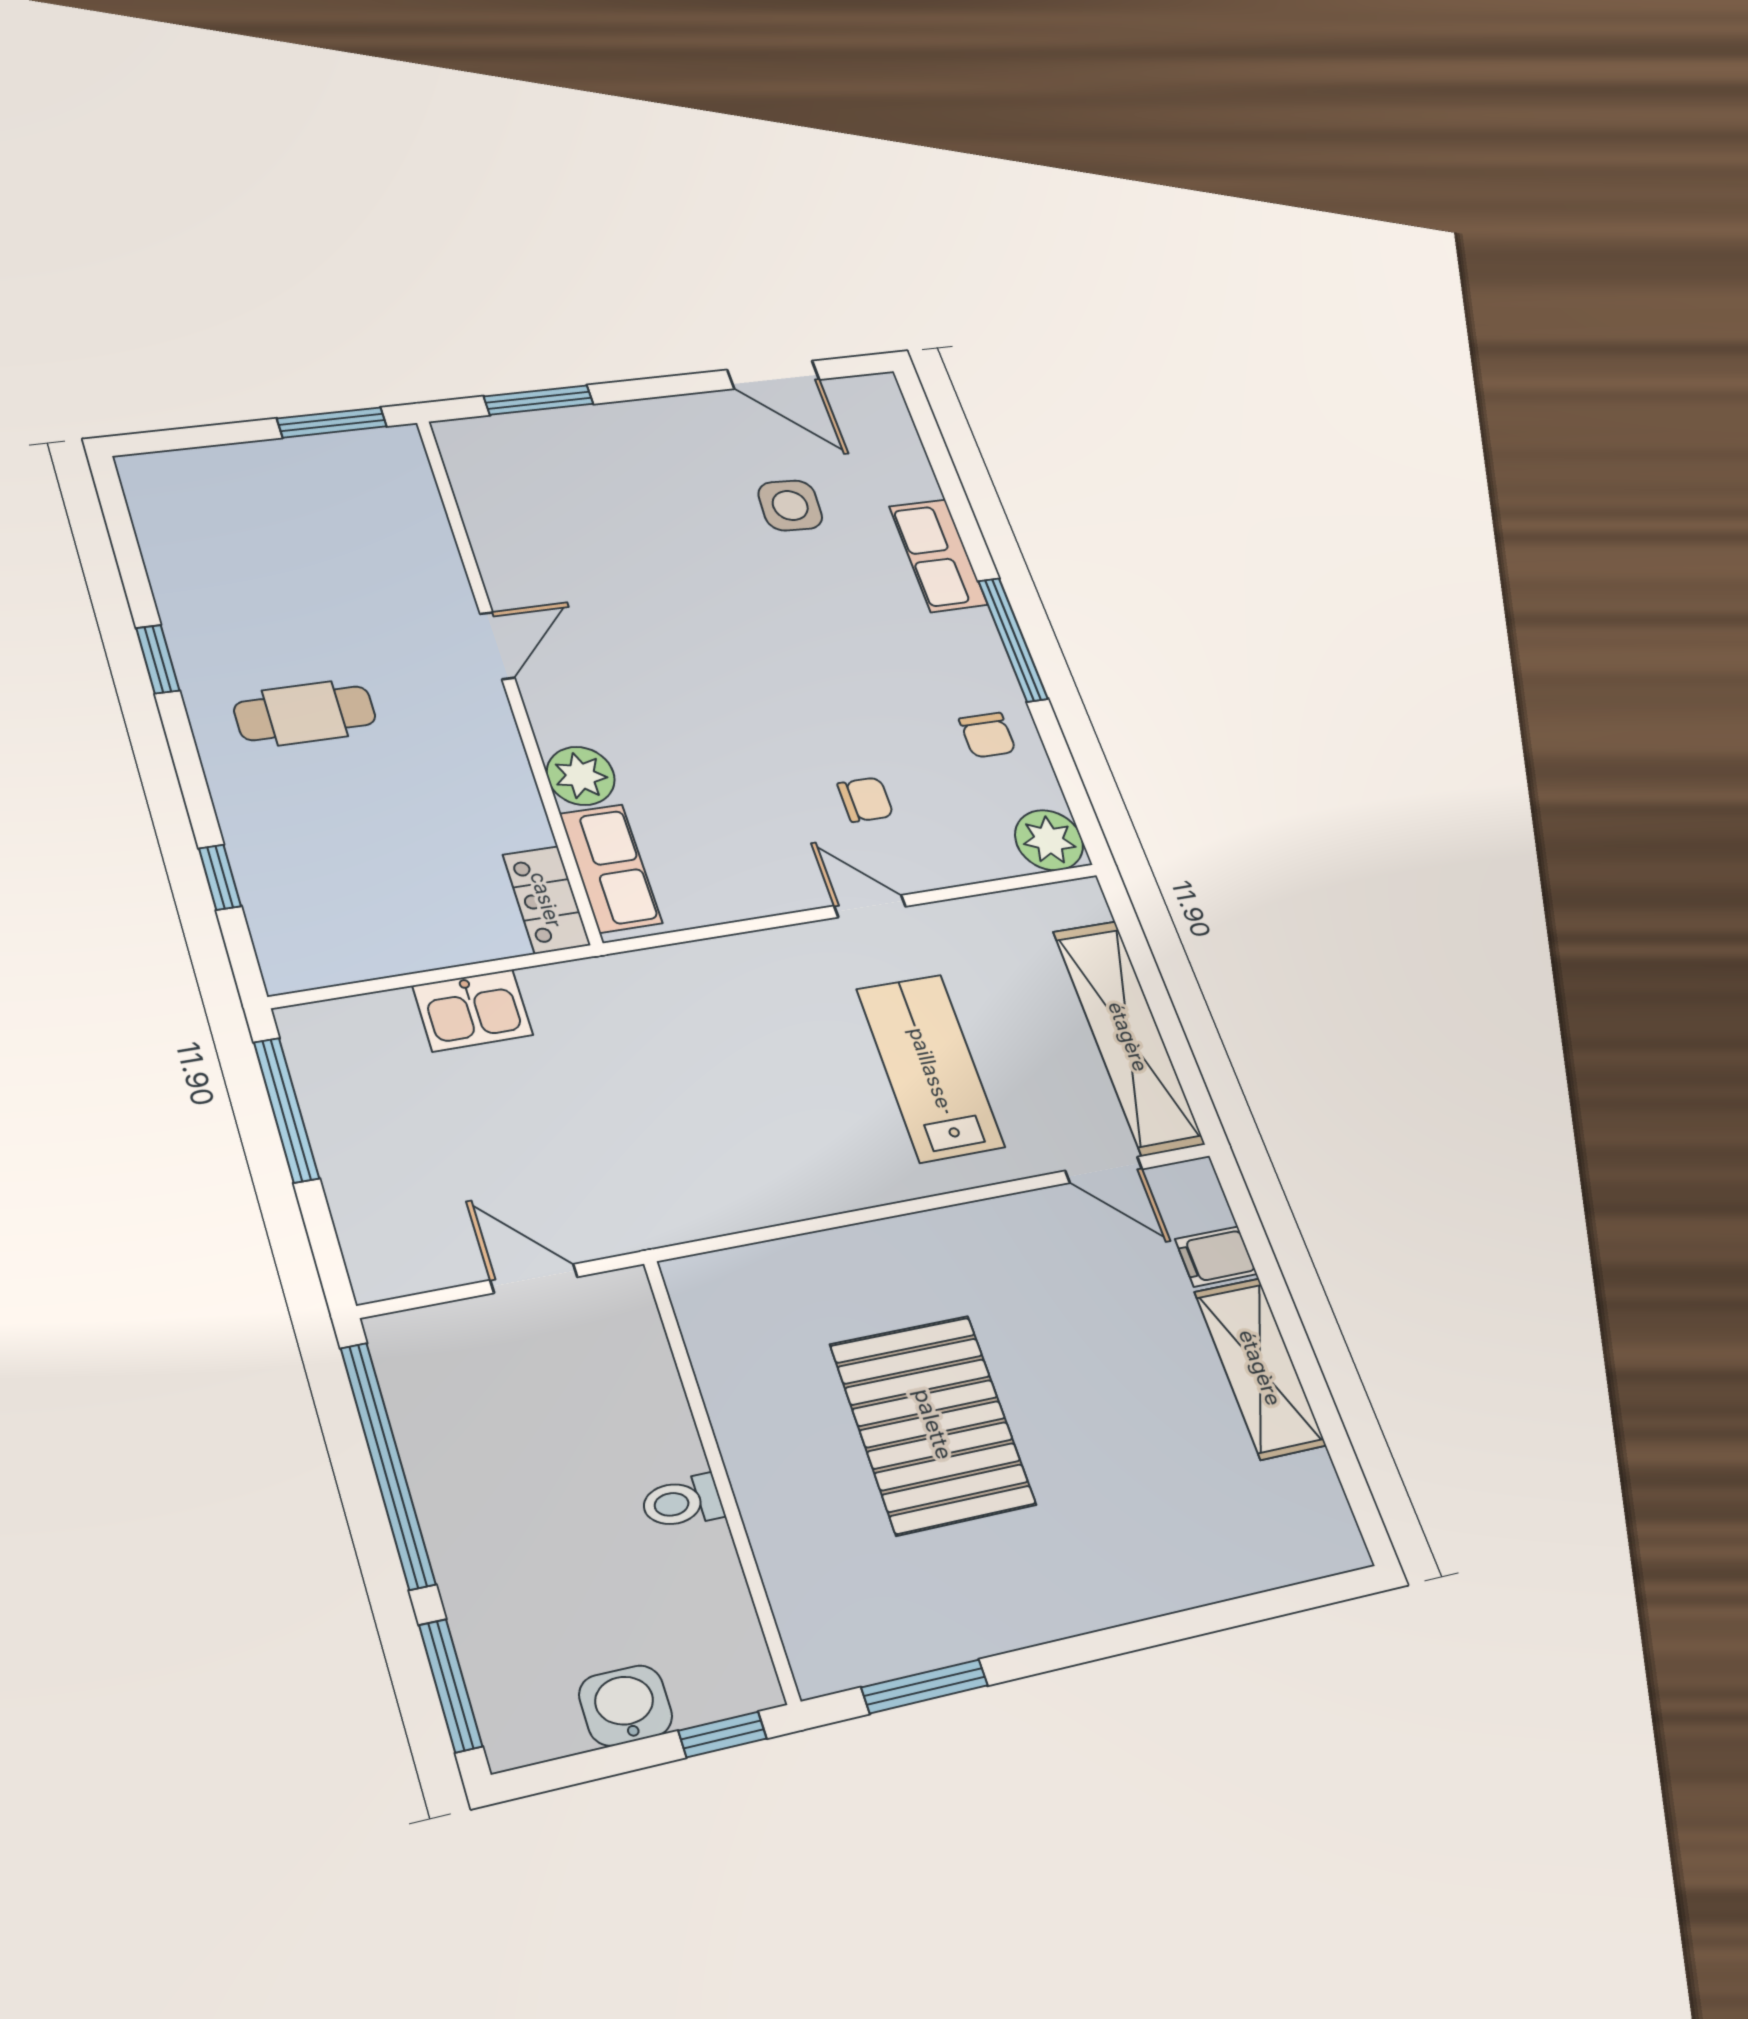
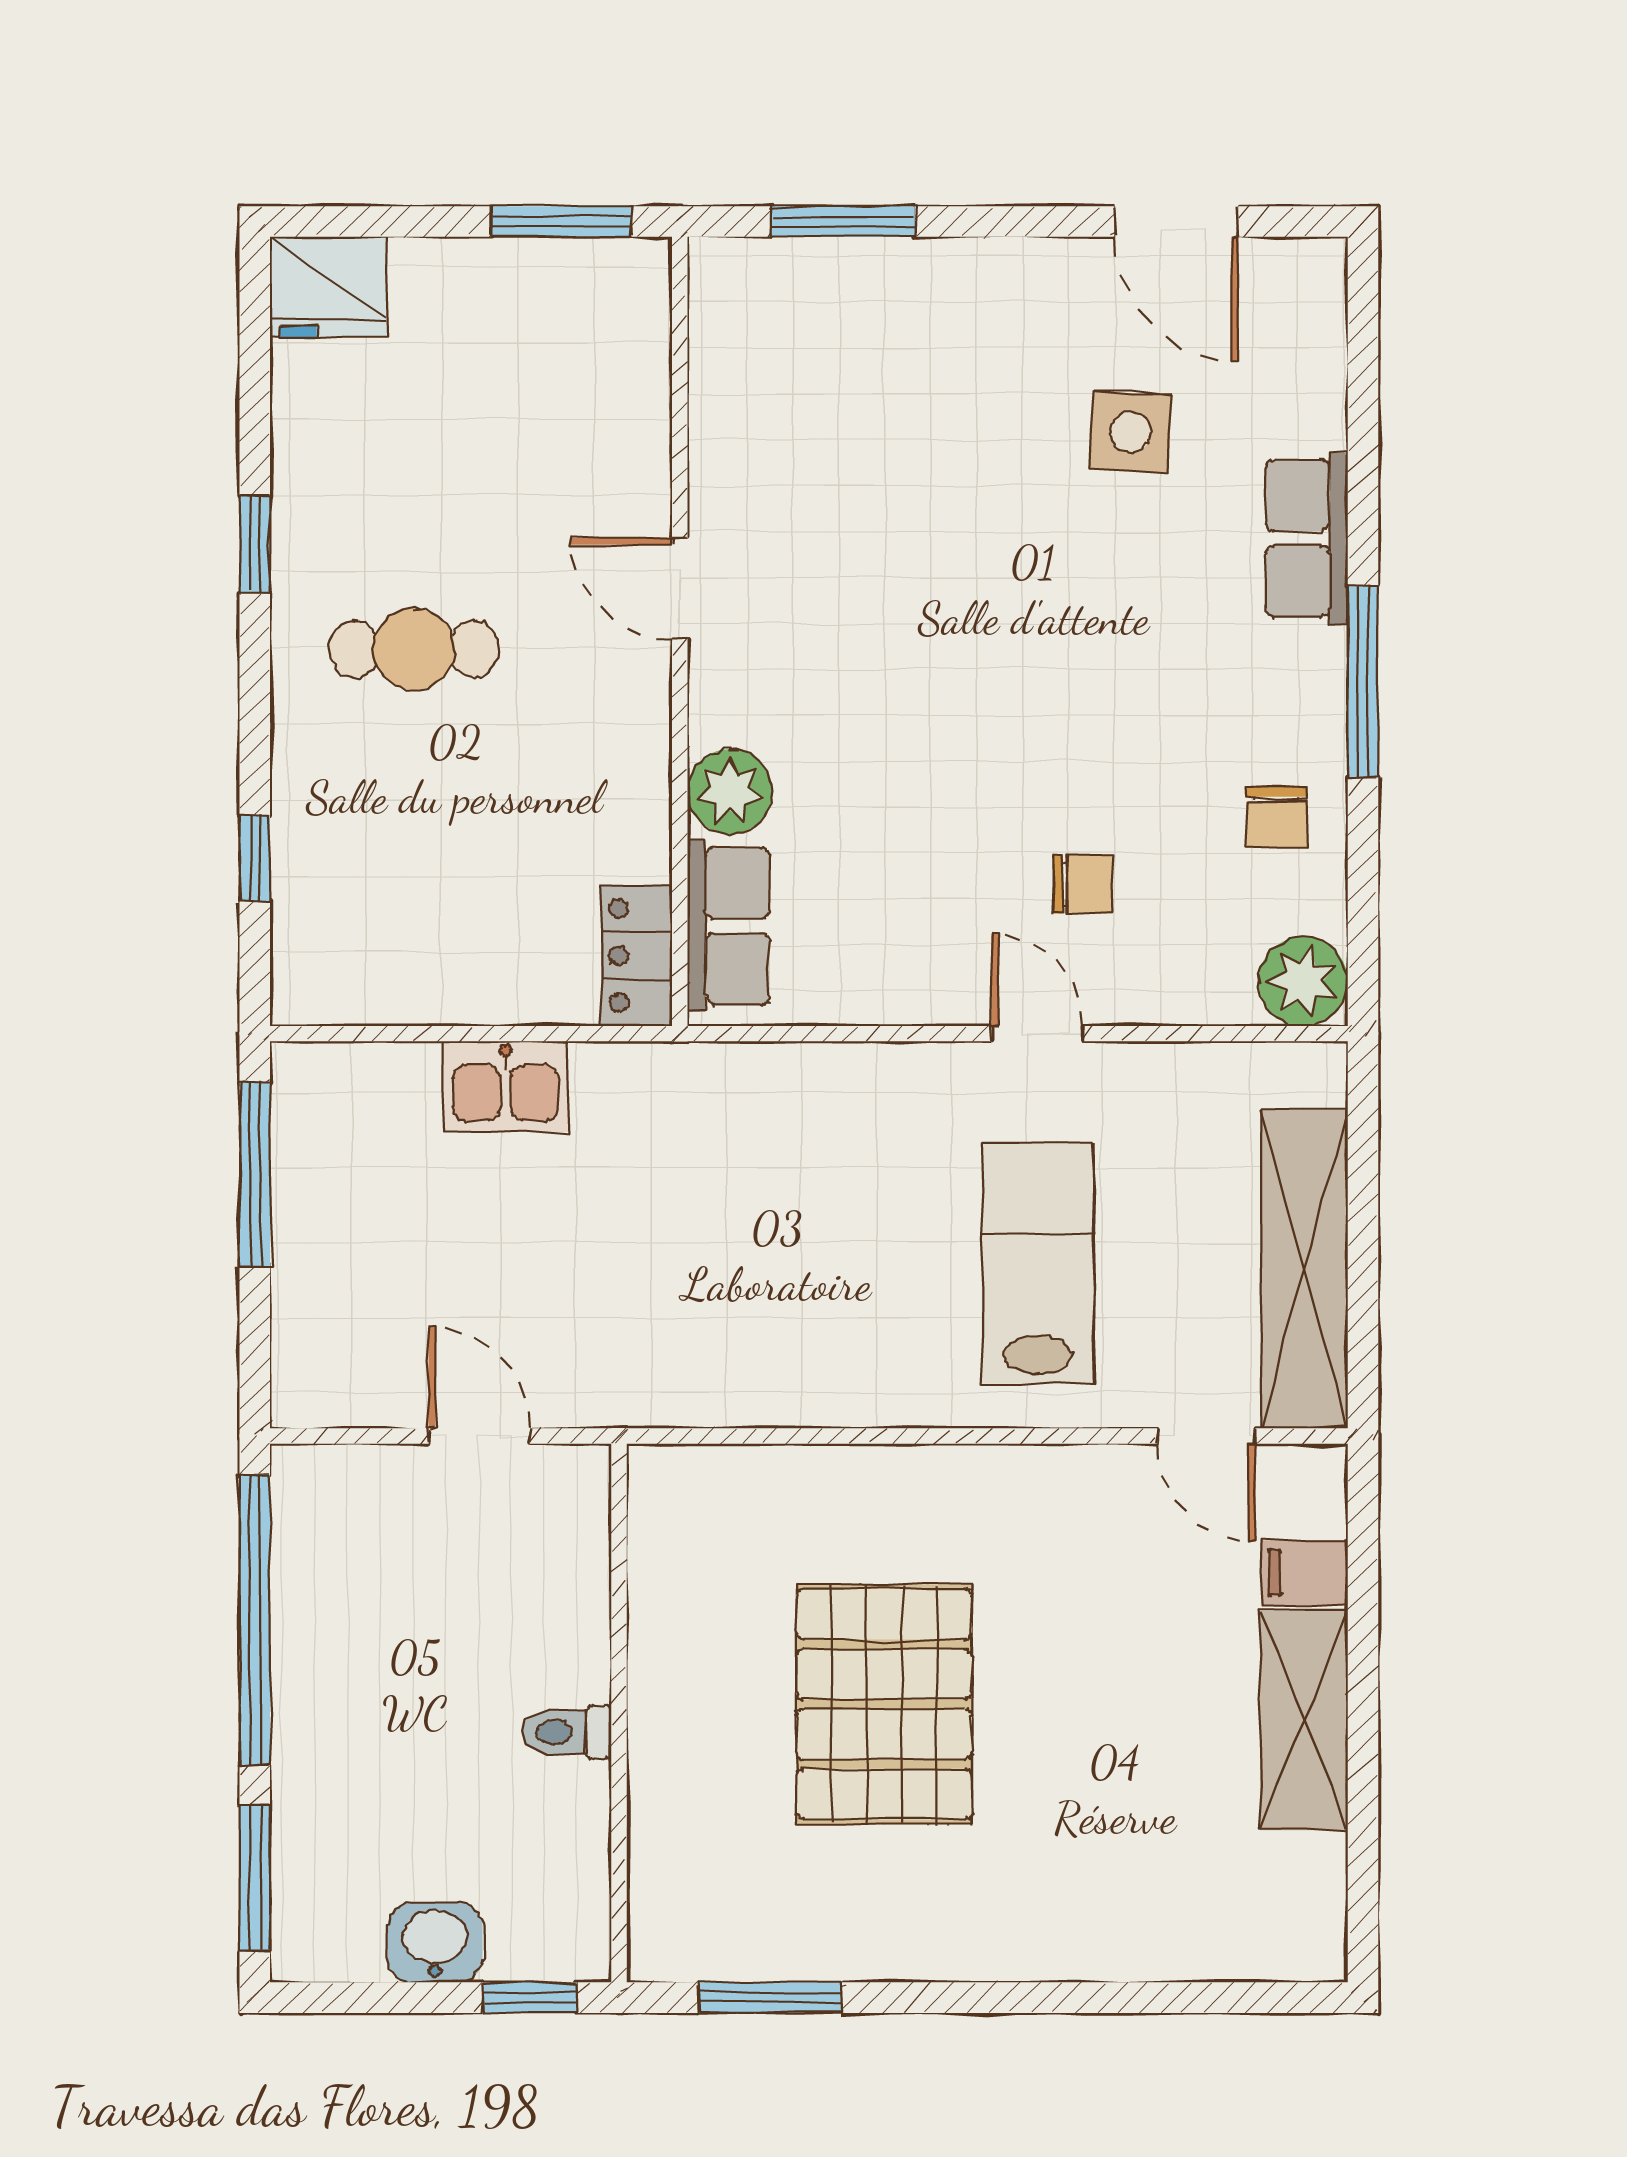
fridge: (167, 483) -> (328, 287), added
door: (497, 646) -> (680, 588), swing flipped

